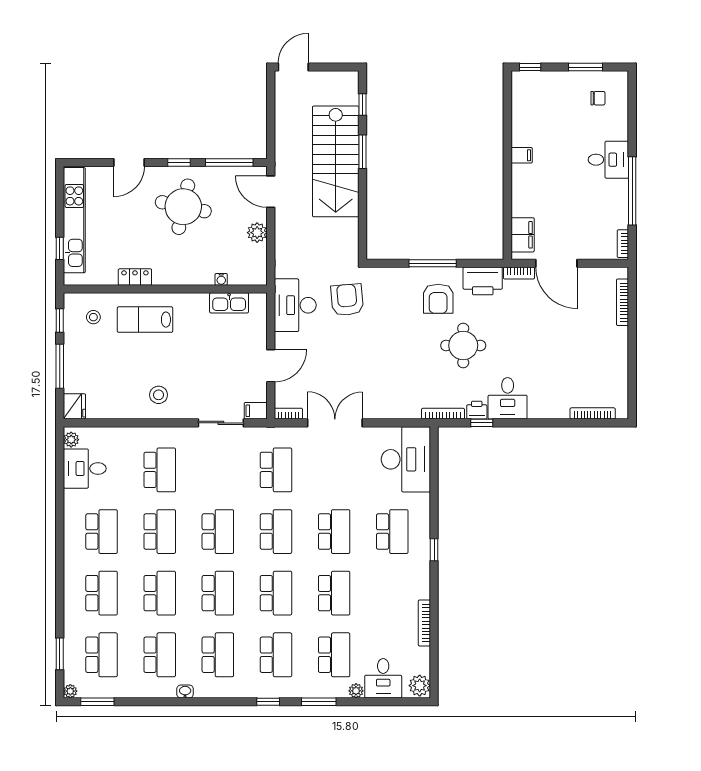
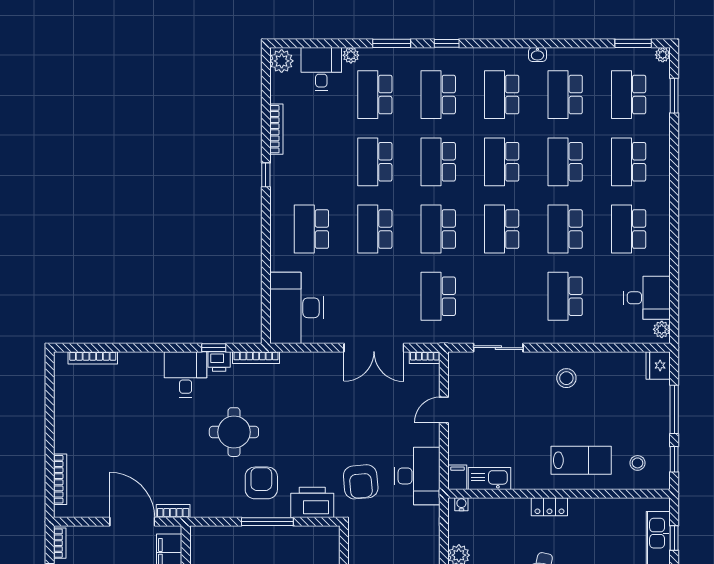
locker: (135, 277) -> (549, 507), moved
water cooler: (221, 279) -> (461, 504), moved
printer: (483, 281) -> (312, 502), moved
door: (271, 366) -> (444, 410), width x0.73
filing cabinet: (256, 411) -> (457, 477), moved, turned -90
window: (434, 550) -> (266, 175), moved

